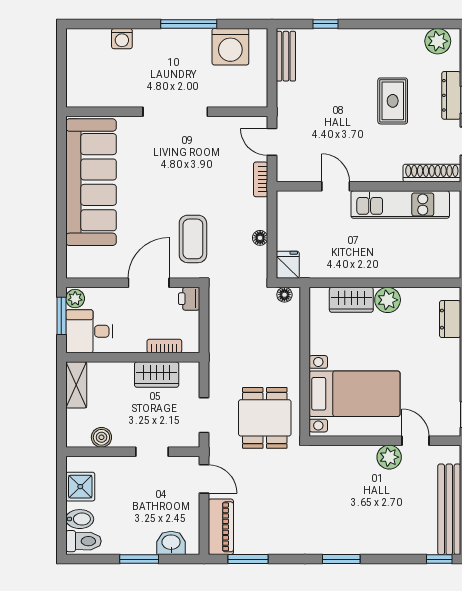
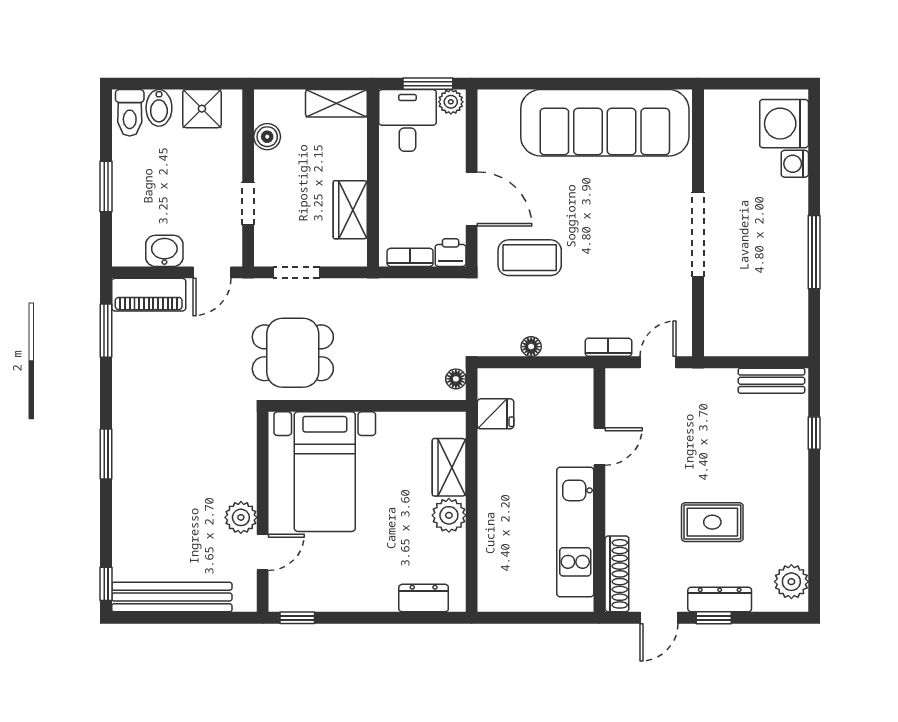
washing machine: (230, 47) -> (784, 124), moved
fridge: (288, 265) -> (496, 414), moved
bookcase: (164, 346) -> (410, 257), moved, turned -90
washbasin: (171, 543) -> (164, 251), moved, turned -90

